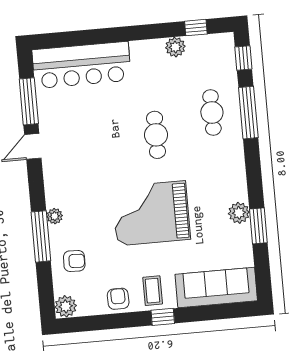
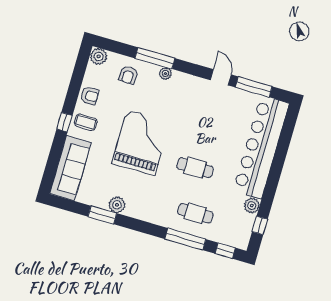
bar counter: (82, 65) -> (261, 147), width x1.36

